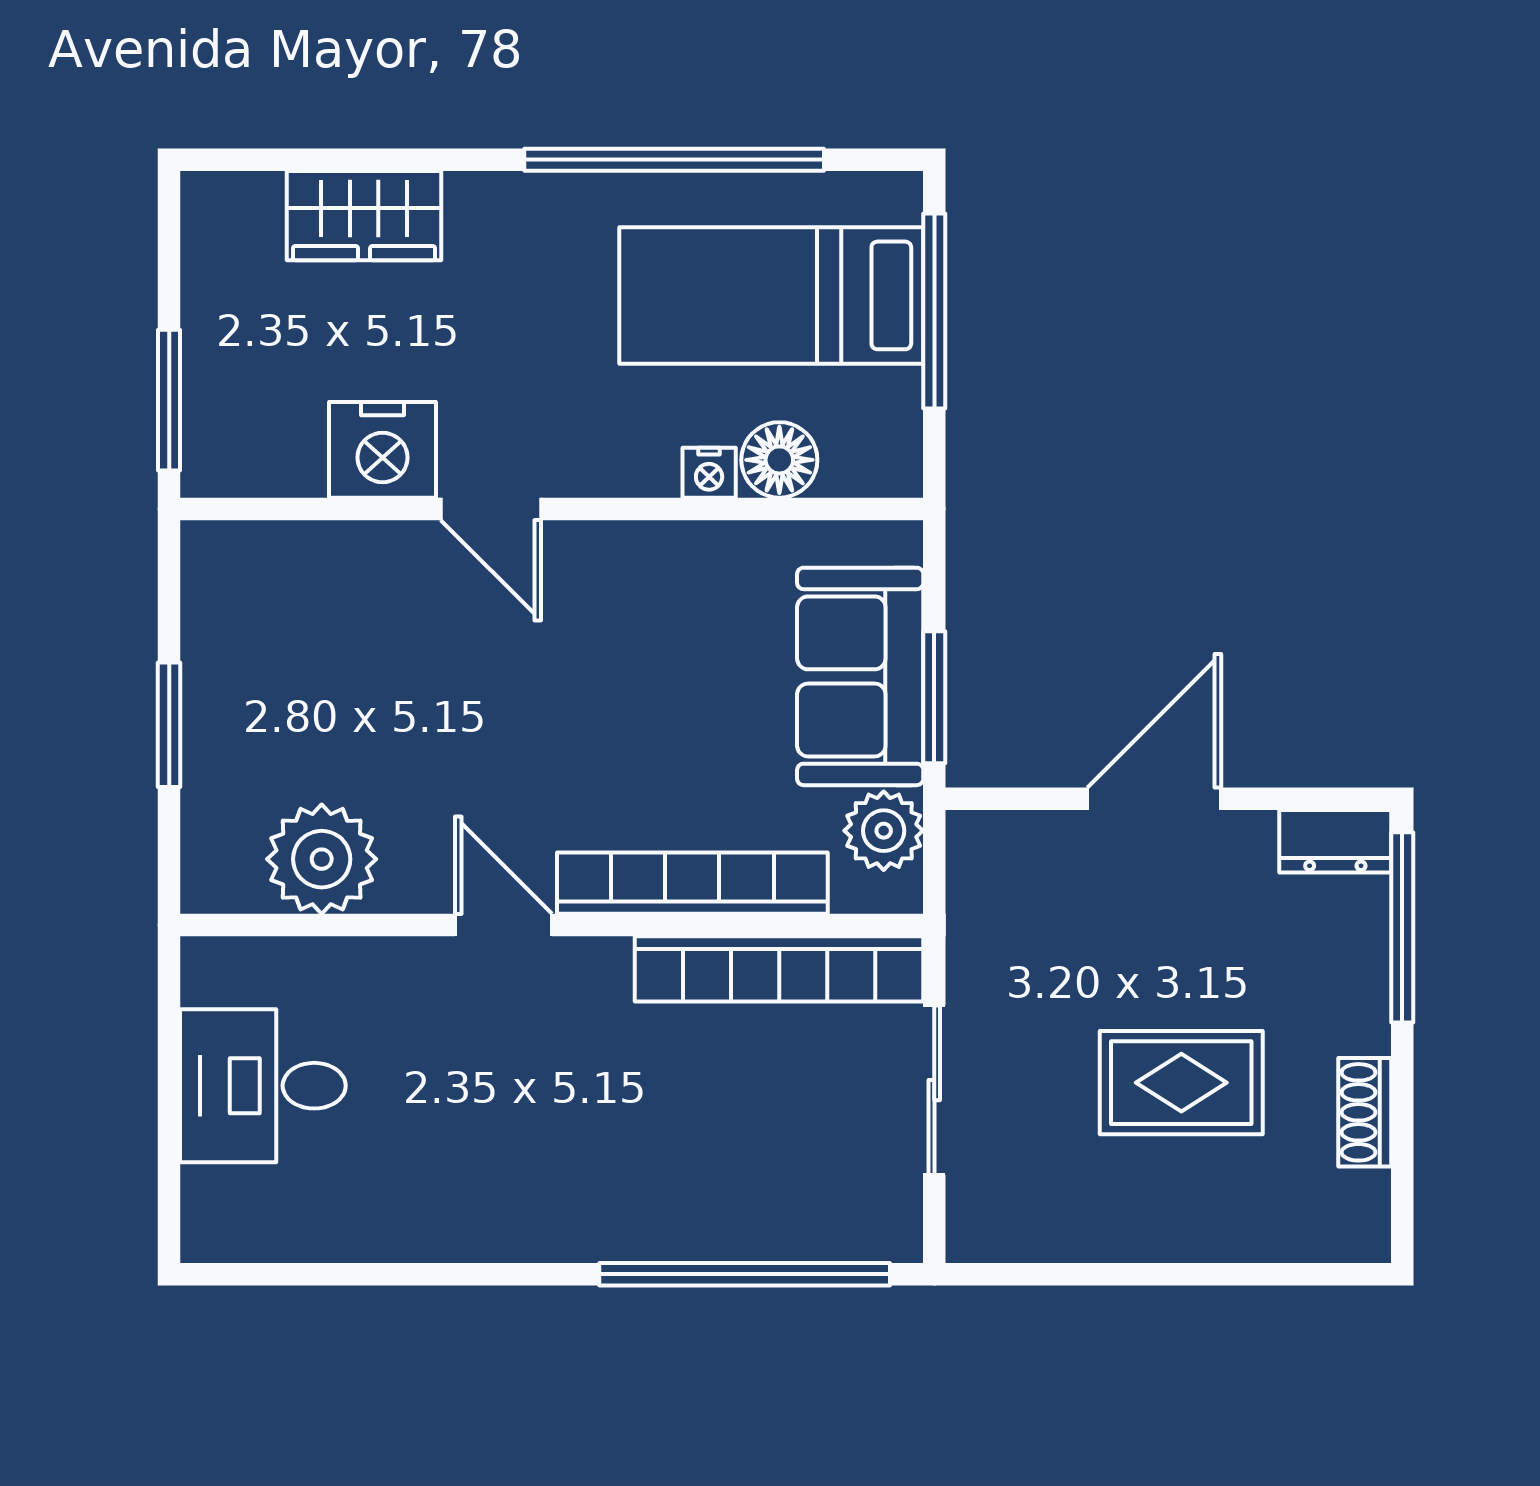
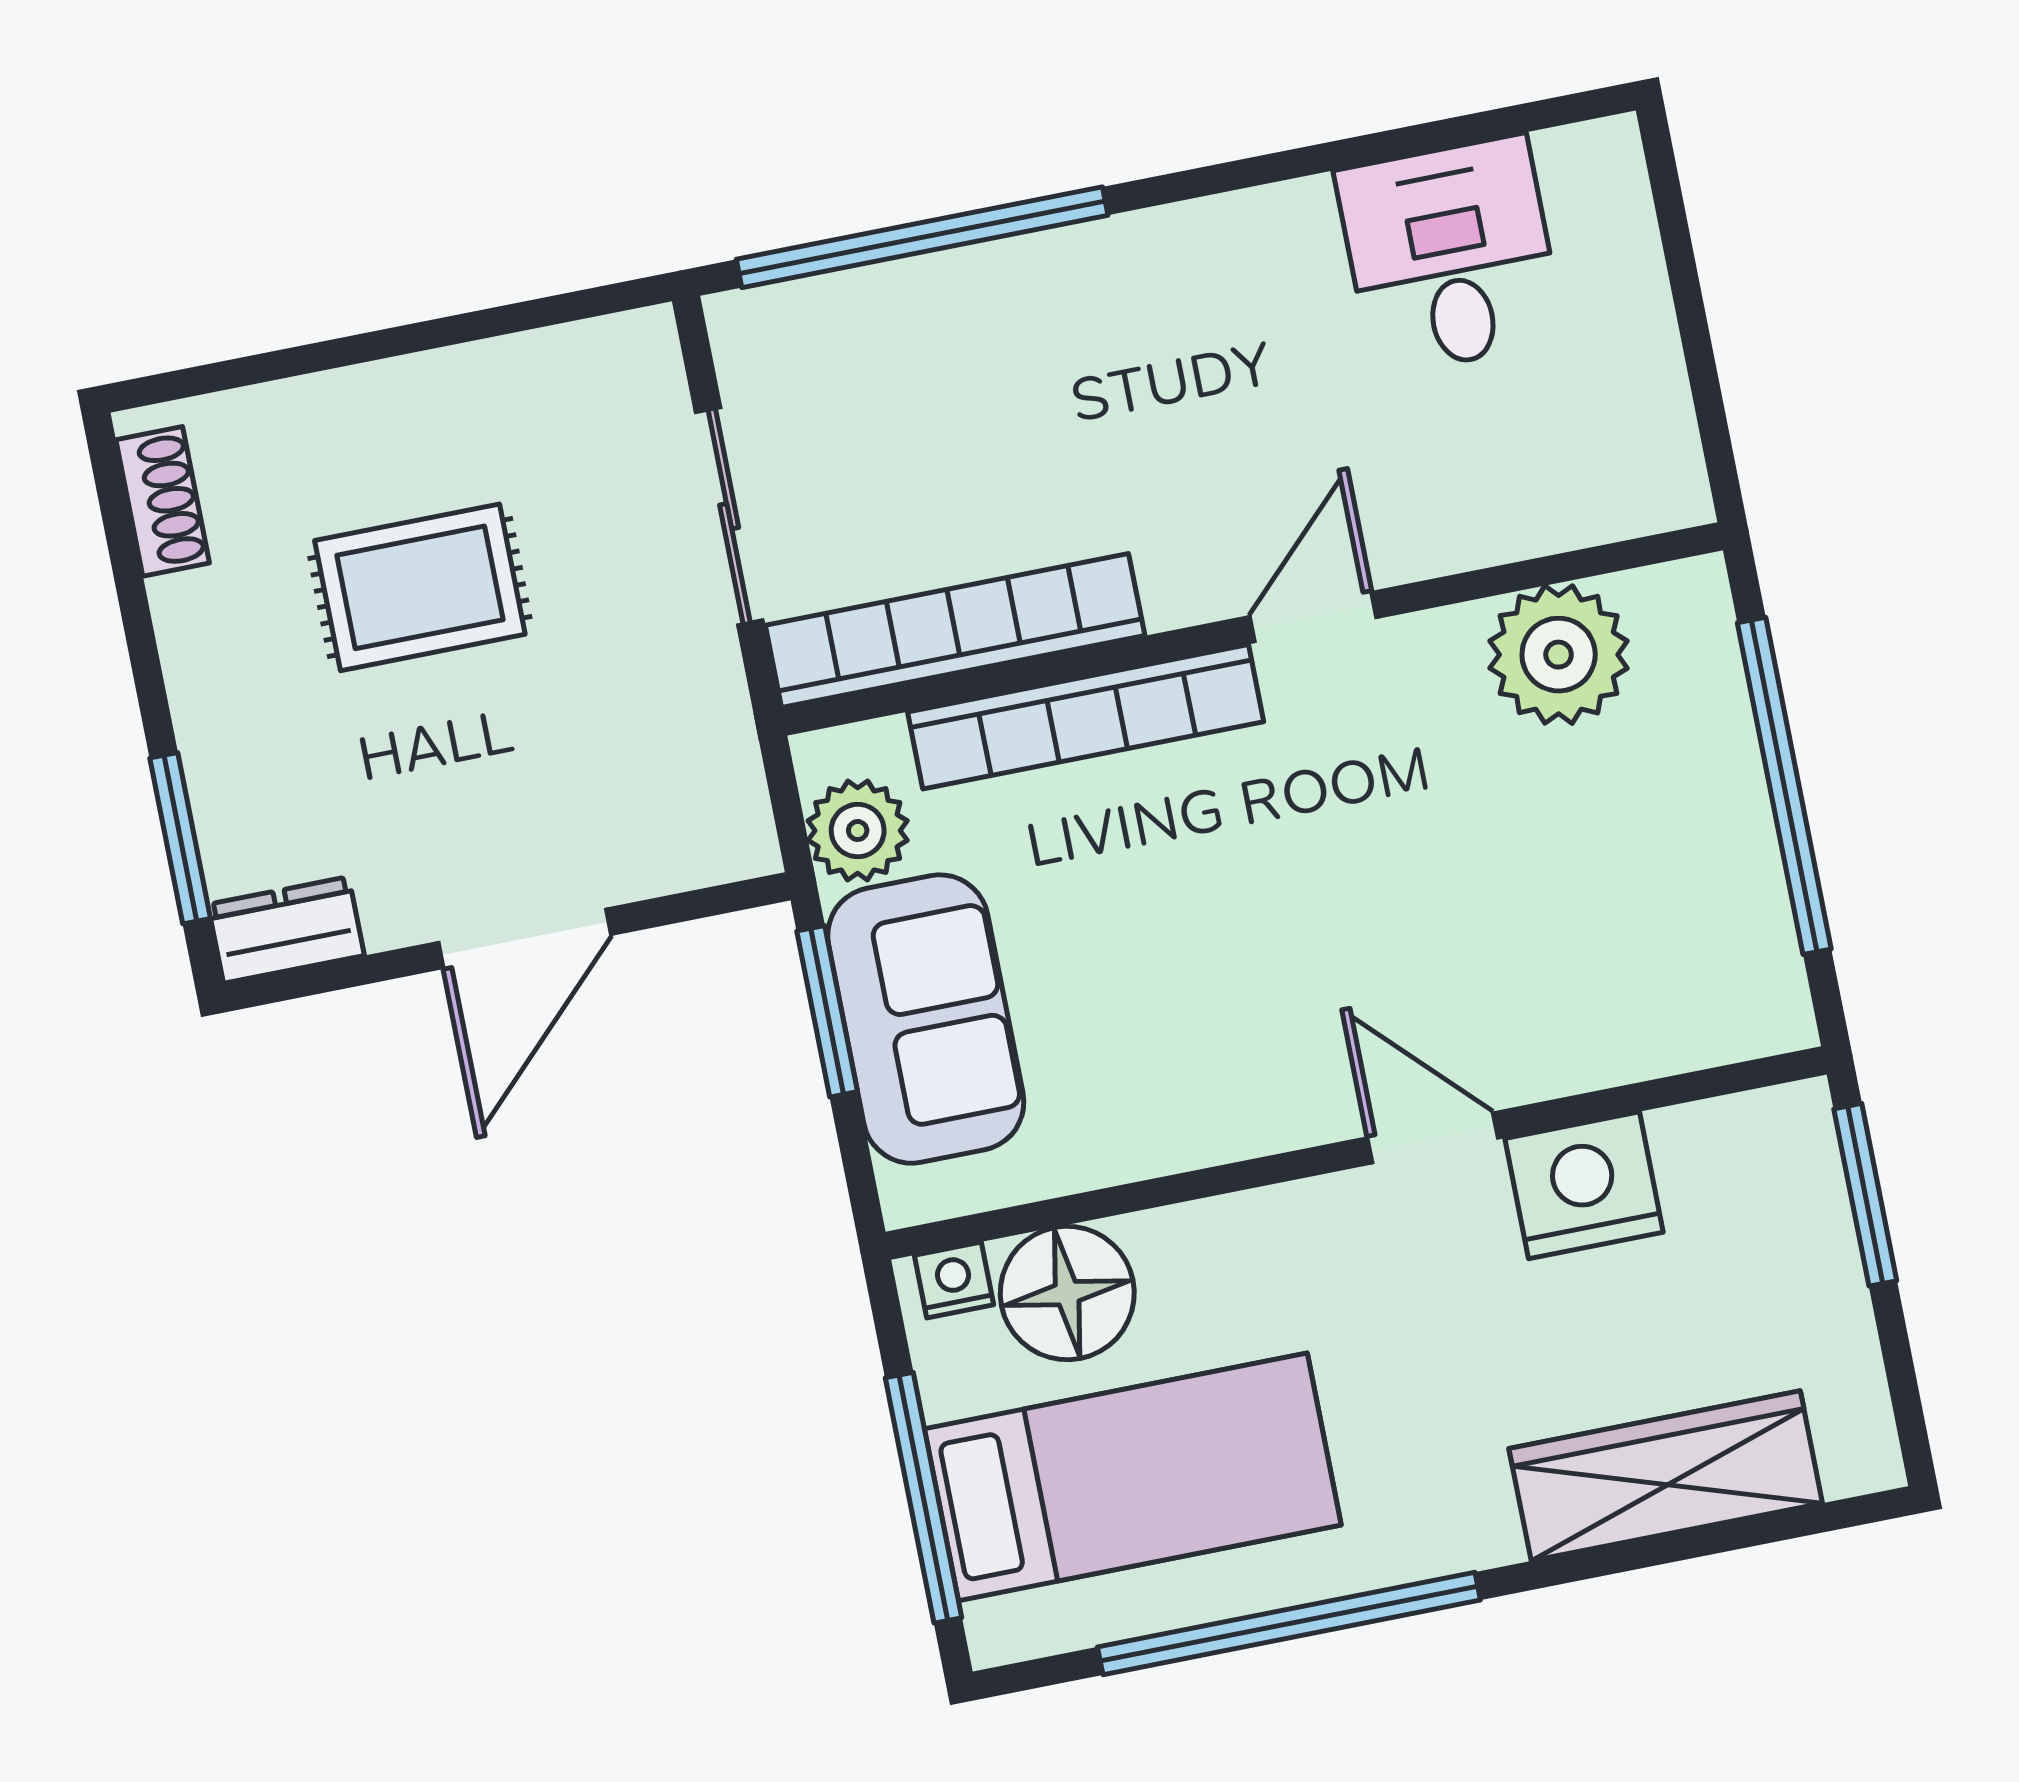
wardrobe: (364, 216) -> (1666, 1476), width x1.50
floor lamp: (779, 460) -> (1067, 1293), width x1.38, depth x1.38
nightstand: (709, 473) -> (954, 1280), moved
window: (169, 725) -> (1784, 786), width x2.11
door: (503, 925) -> (1313, 617), swing flipped
window: (1402, 927) -> (180, 838), width x0.69
desk: (263, 1086) -> (1450, 256), moved, turned -90
shoe rack: (1365, 1112) -> (163, 501), moved

